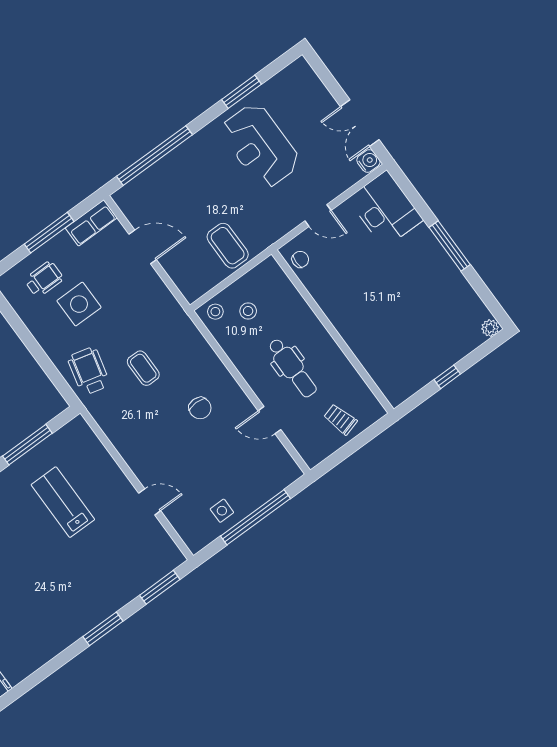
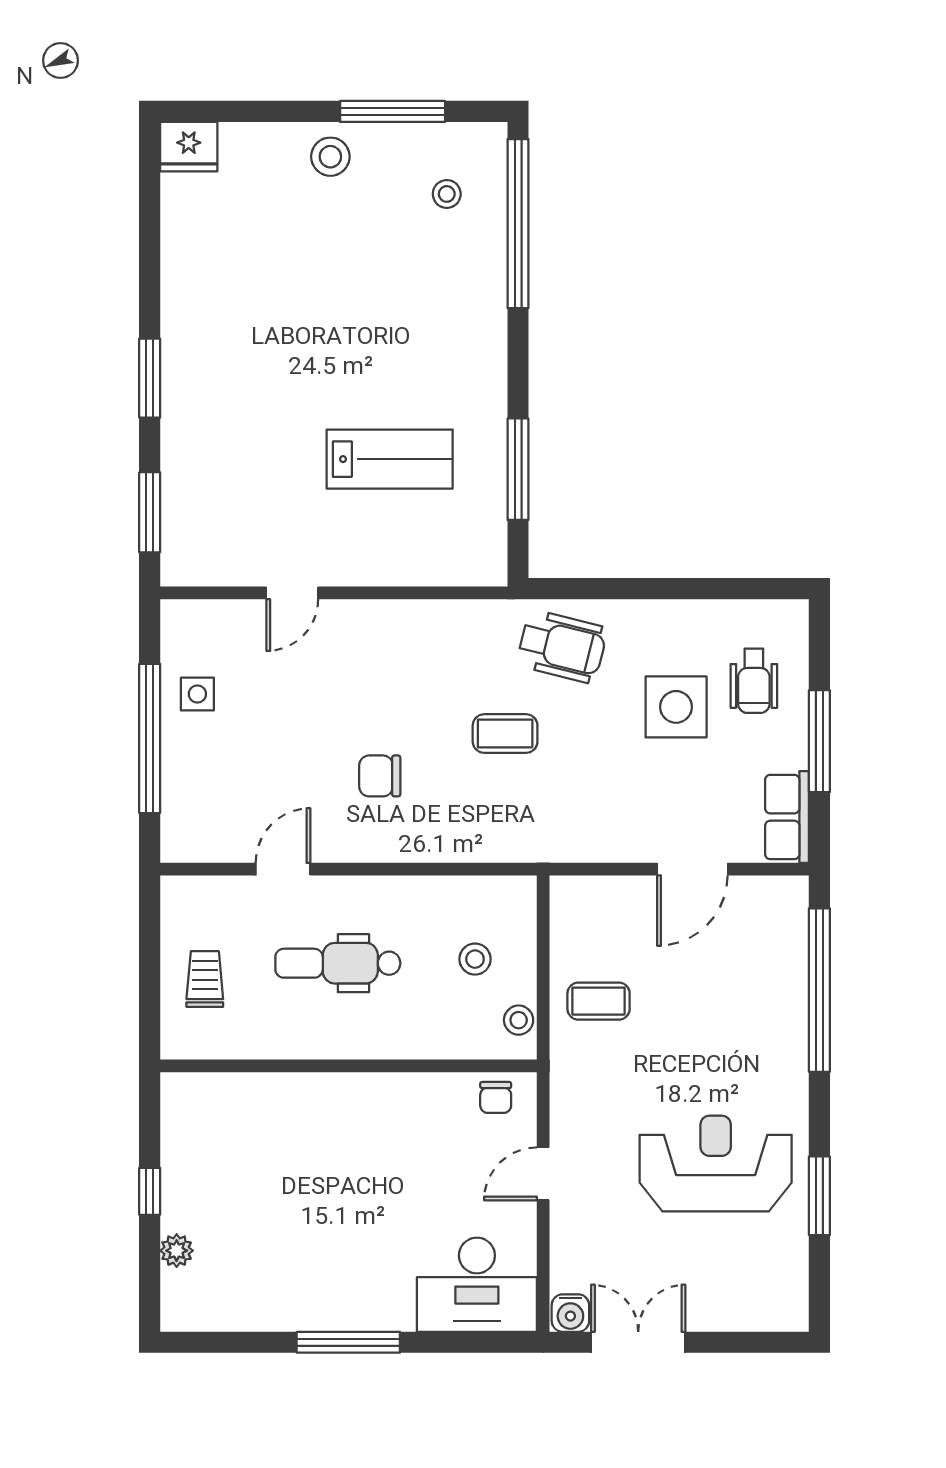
coffee table: (228, 246) -> (599, 1001), width x0.73, depth x0.77
stool: (215, 312) -> (519, 1020), moved
plant: (490, 328) -> (177, 1251), moved
trolley: (340, 419) -> (205, 979), turned -74

